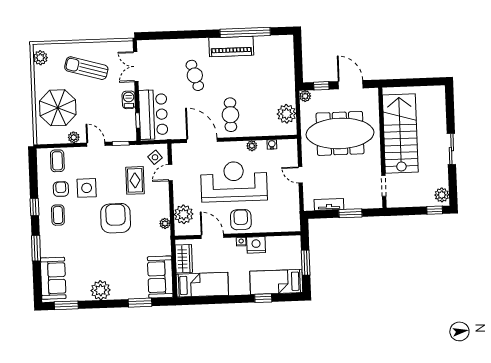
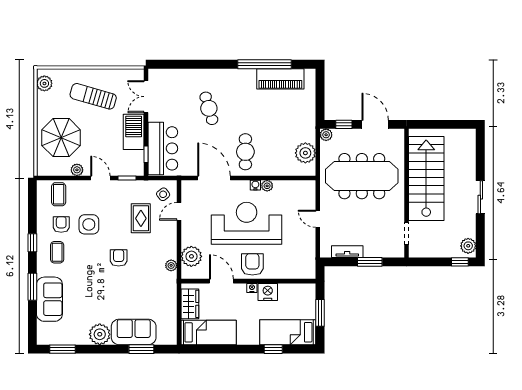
piano: (231, 46) -> (280, 79), moved
barbecue: (129, 100) -> (134, 132), width x1.88, depth x1.53
water cooler: (272, 144) -> (255, 185), moved
armchair: (116, 218) -> (119, 258), width x0.53, depth x0.53
sofa: (160, 277) -> (134, 332), moved, turned 90
sofa: (53, 278) -> (49, 299), moved

